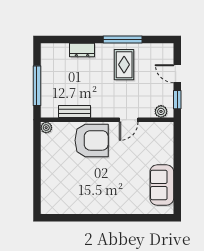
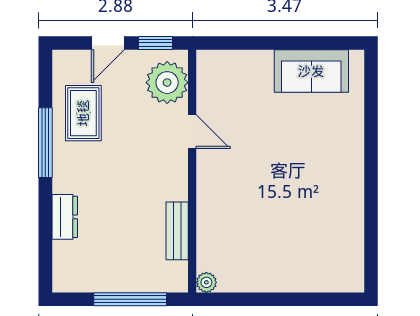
rug: (124, 65) -> (83, 113), moved, turned 90
plant: (161, 111) -> (167, 83), width x1.88, depth x1.88
armchair: (92, 140) -> (230, 199), removed

